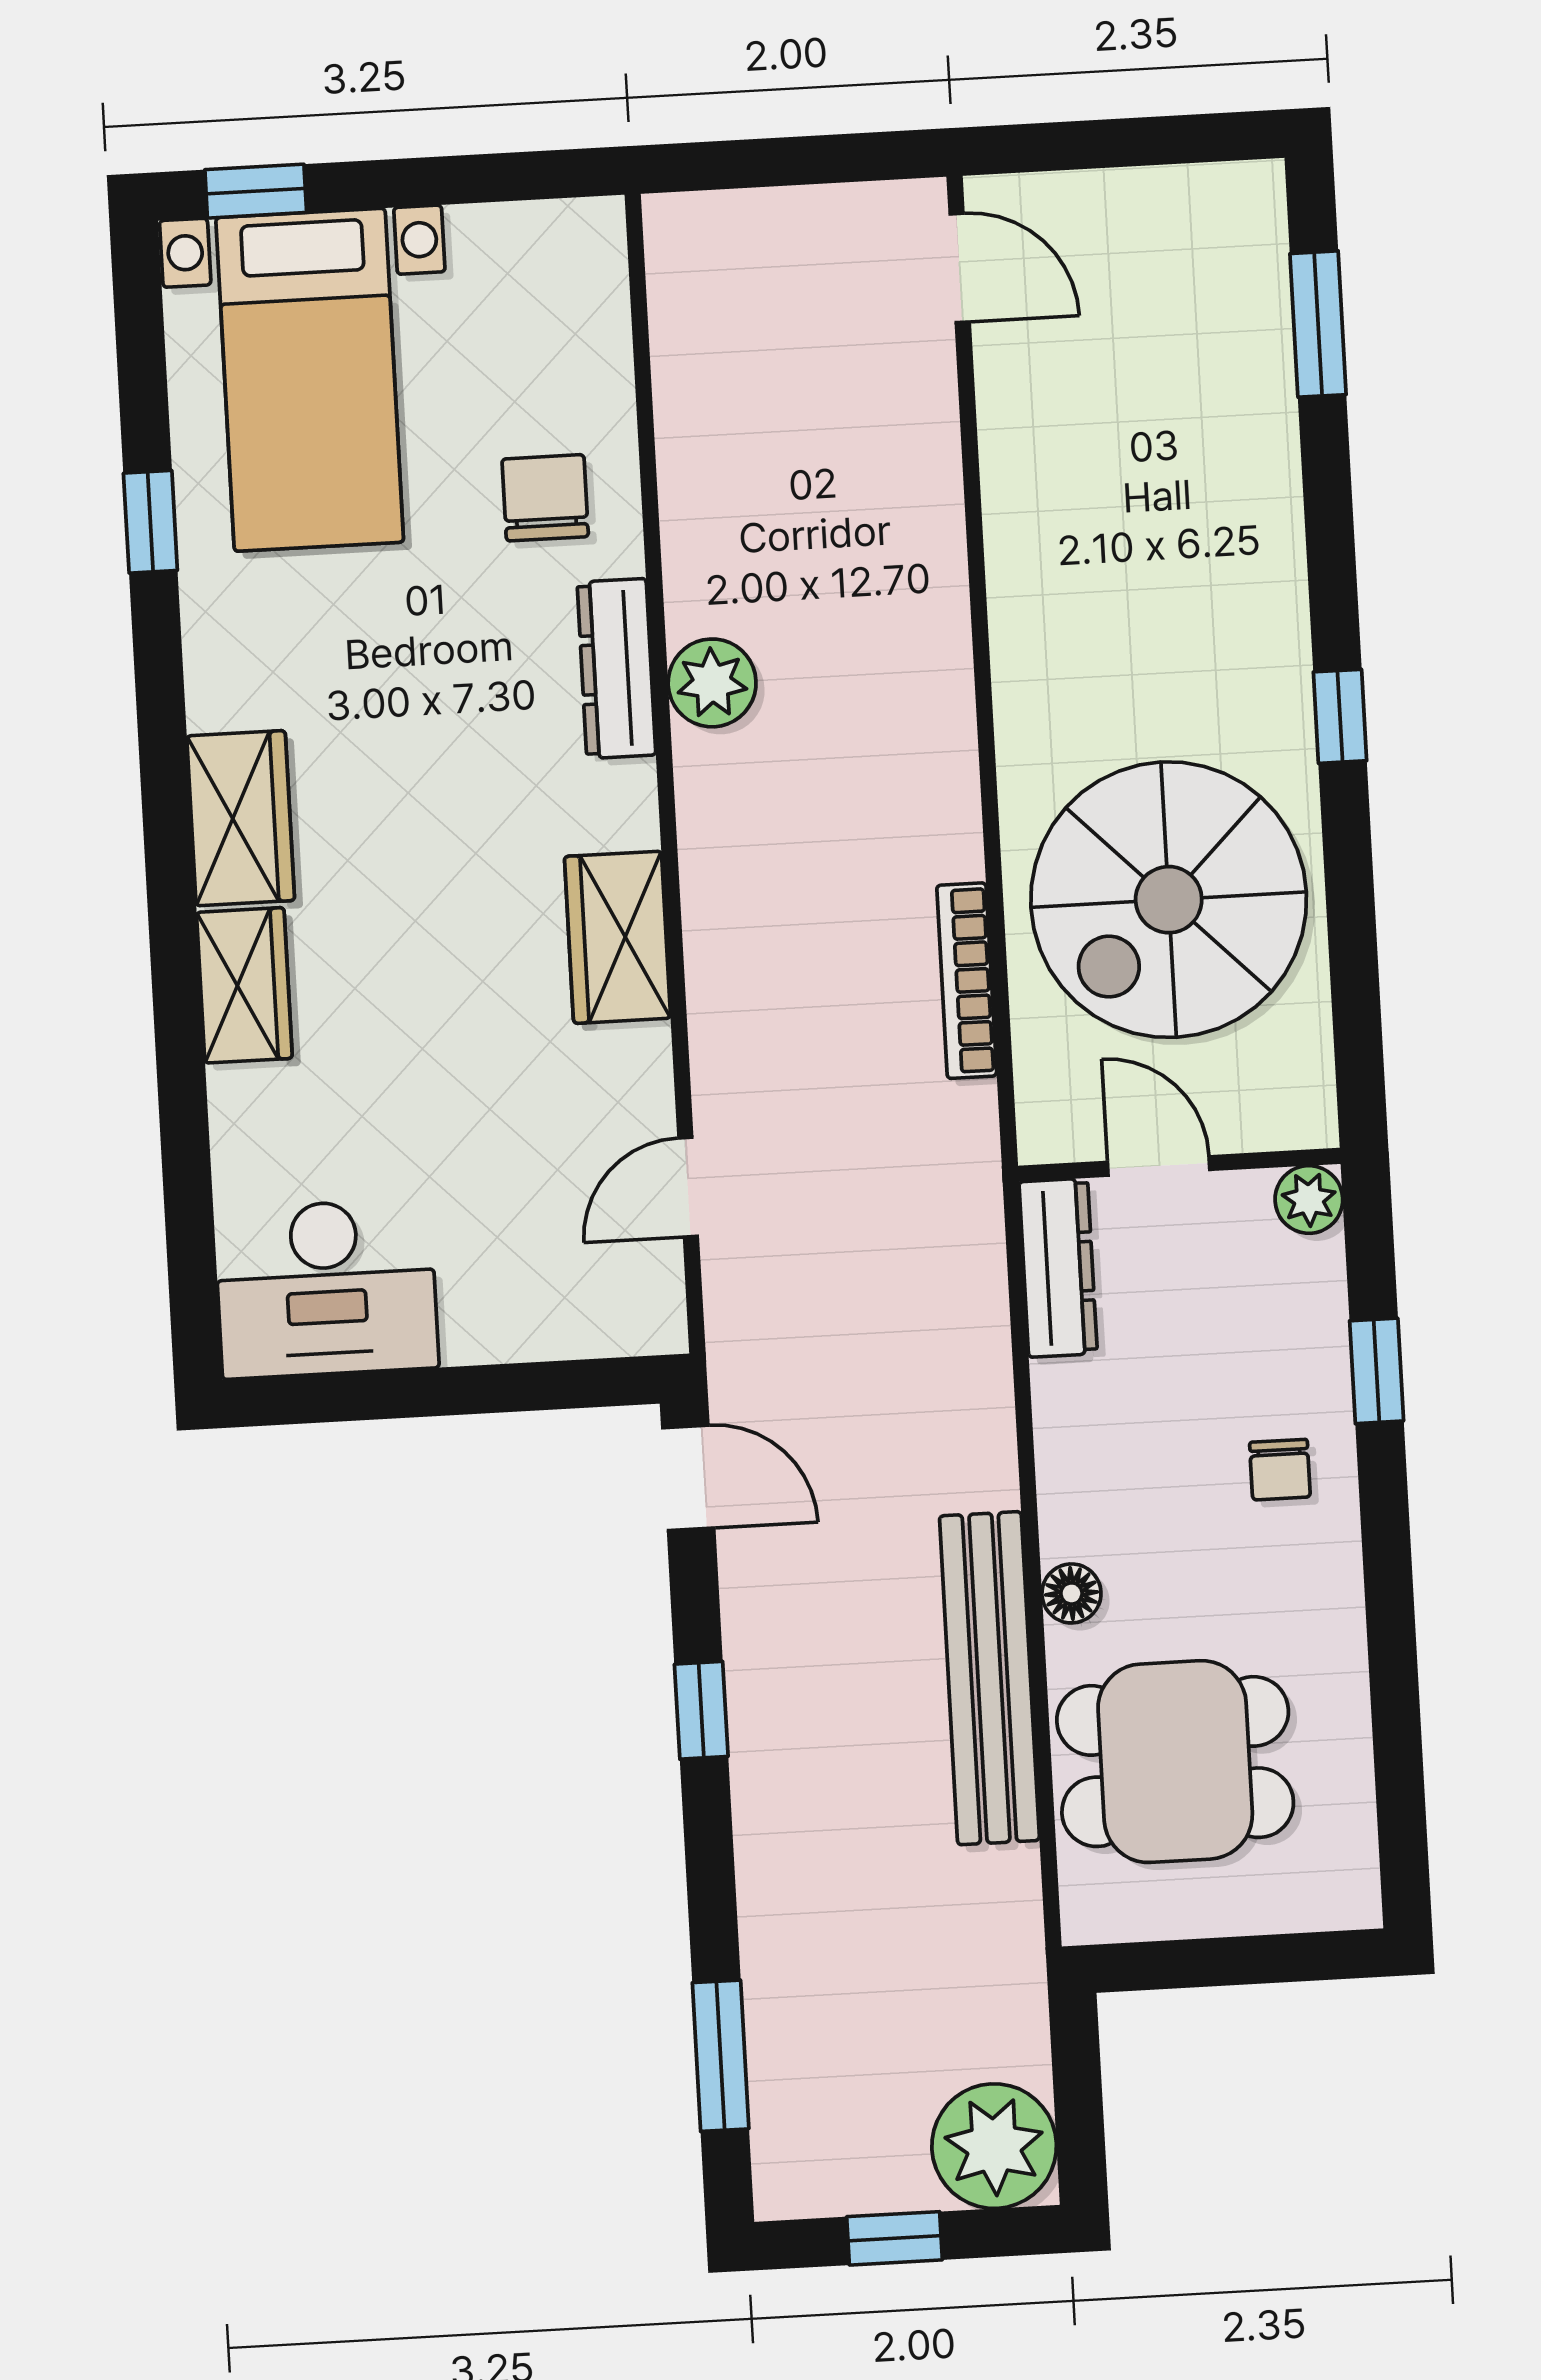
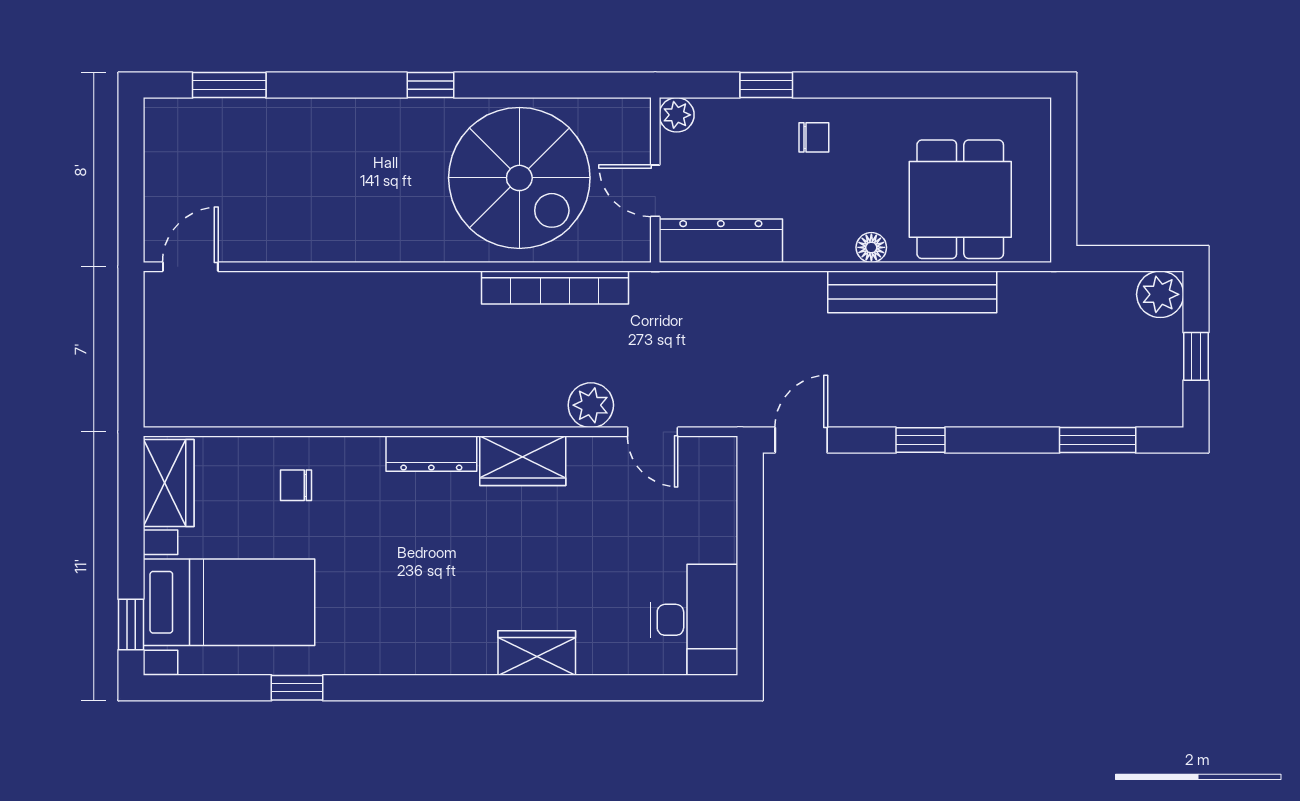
chair: (545, 498) -> (296, 485), width x0.73, depth x0.73
dresser: (616, 669) -> (431, 454), moved
plant: (712, 683) -> (591, 405), moved
wardrobe: (241, 818) -> (169, 483), moved, turned 90
bookcase: (967, 981) -> (555, 288), width x1.48, depth x1.31
door: (1159, 1166) -> (655, 191), hinge flipped
dresser: (1058, 1268) -> (721, 241), width x1.37, depth x1.24
plant: (994, 2146) -> (1160, 294), width x0.73, depth x0.73

